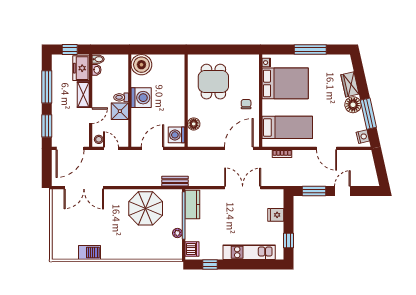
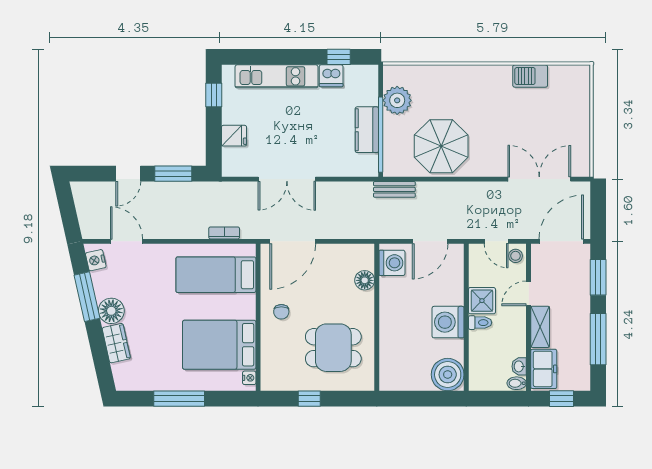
window: (229, 50) -> (309, 399), added
dining table: (213, 82) -> (333, 348), turned 90
door: (326, 148) -> (127, 241), moved
kitchen counter: (192, 205) -> (367, 130), moved
plant: (177, 233) -> (397, 100), width x1.88, depth x1.88
dishwasher: (192, 249) -> (331, 76), moved, turned -90

